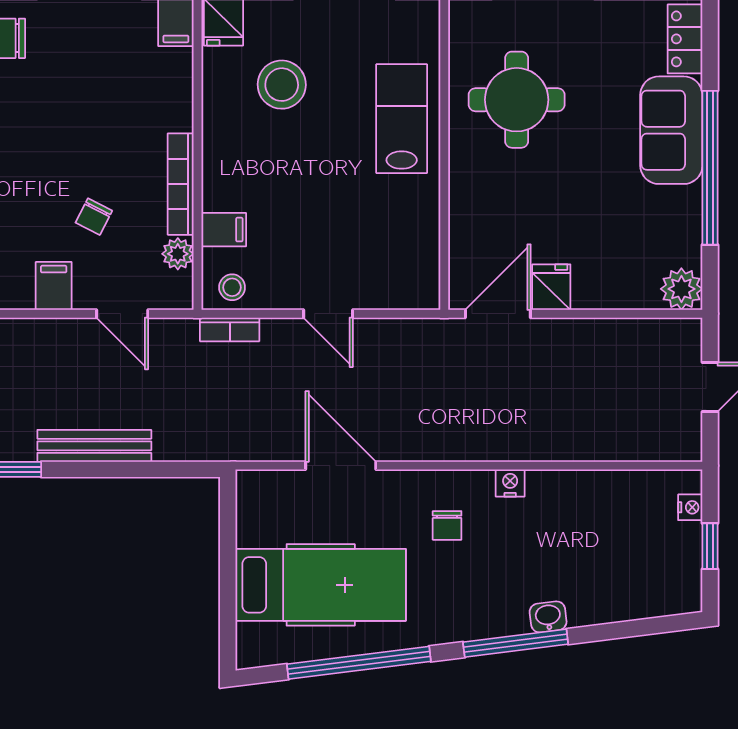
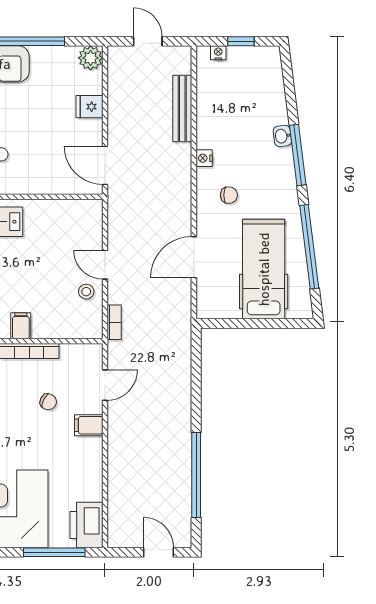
filing cabinet: (224, 230) -> (21, 326), moved
plant: (178, 254) -> (70, 353), removed
stool: (232, 287) -> (86, 292), moved
fridge: (551, 287) -> (89, 107), moved
door: (328, 314) -> (105, 265), swing flipped
bench: (94, 446) -> (182, 109), moved

